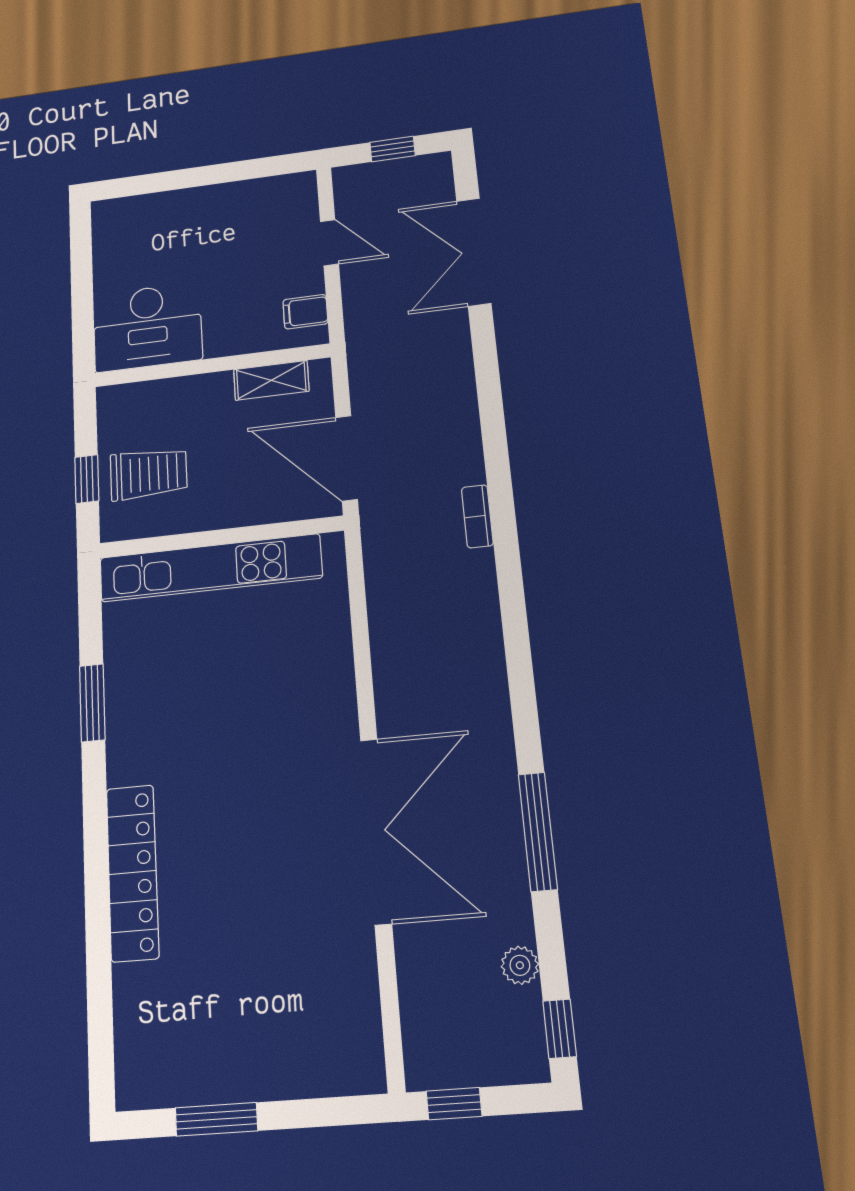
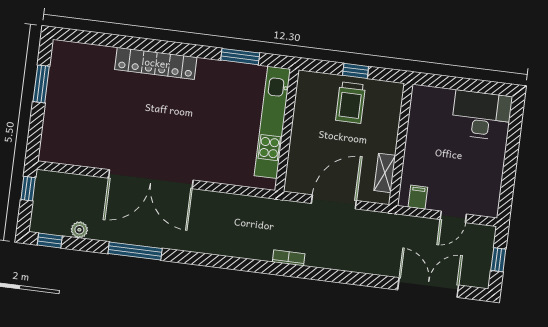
desk: (147, 327) -> (482, 115), moved, turned 90
wall: (221, 537) -> (287, 130), moved
kitchen unit: (210, 568) -> (272, 122), moved

